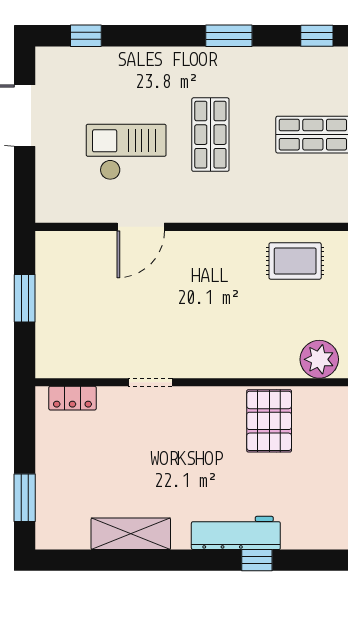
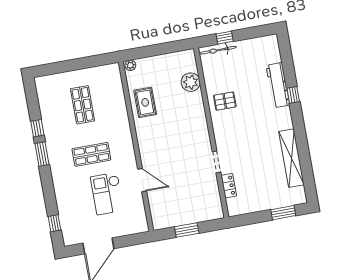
window: (317, 36) -> (37, 128), moved
locker: (72, 398) -> (229, 186), moved
pallet: (269, 421) -> (225, 101), width x0.67, depth x0.71
workbench: (236, 533) -> (278, 85), moved
shelving: (131, 534) -> (291, 158), width x1.47

